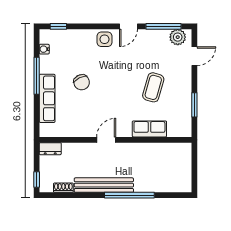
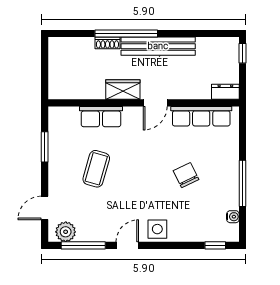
row of seats: (47, 98) -> (201, 116), moved, turned -90
wardrobe: (132, 150) -> (123, 90), added
shoe rack: (63, 188) -> (107, 43), moved

